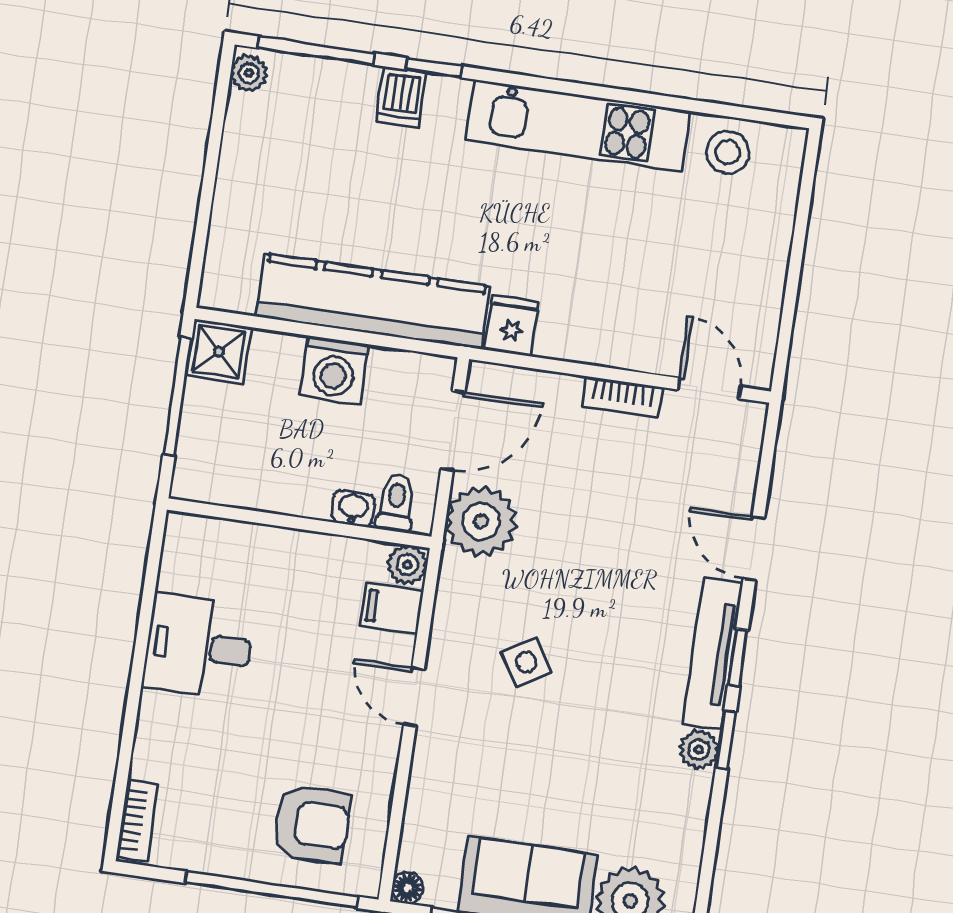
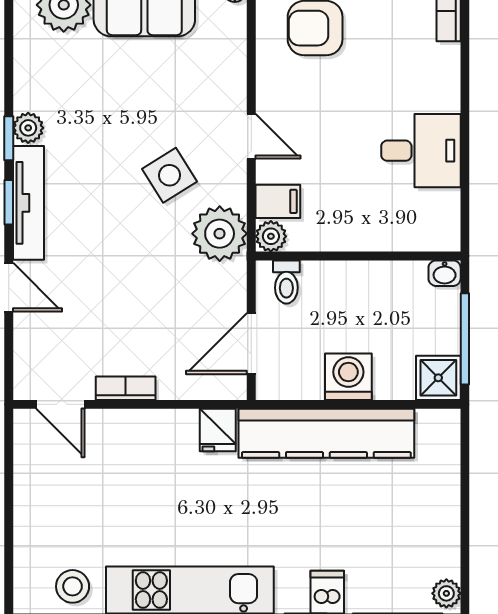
washbasin: (353, 508) -> (445, 273), moved
plant: (481, 521) -> (220, 234), moved
side table: (526, 662) -> (169, 175), width x1.37, depth x1.37

